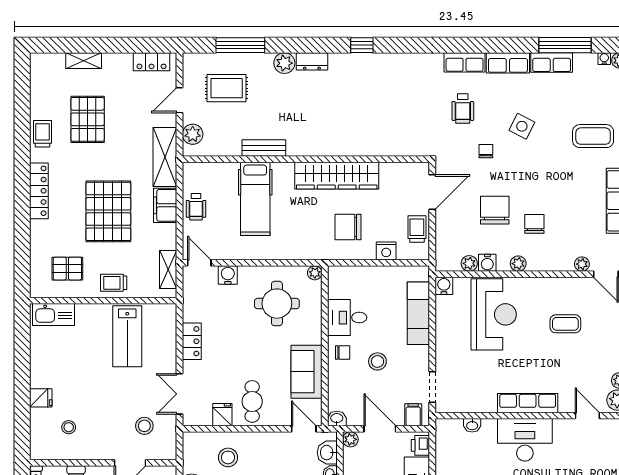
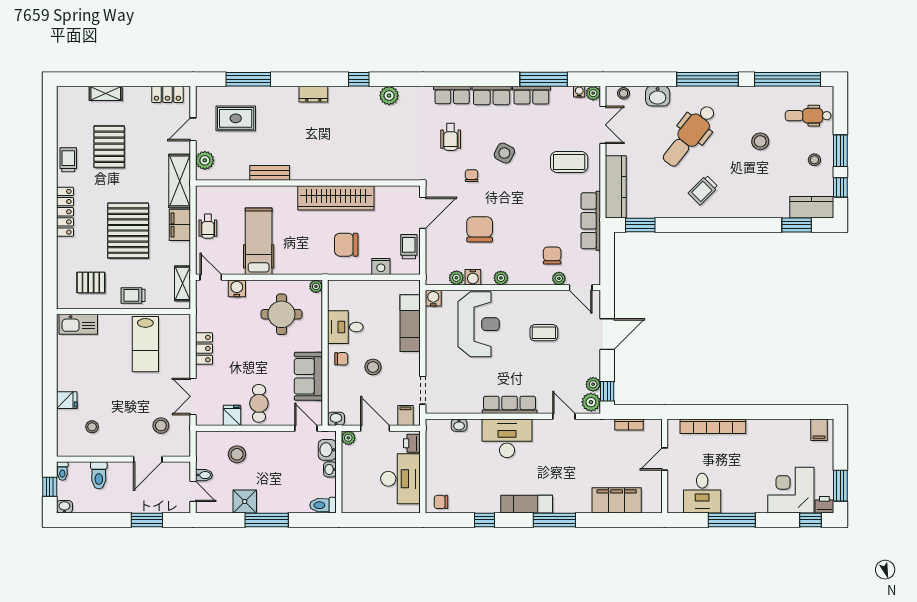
plant: (284, 63) -> (389, 96), moved
hospital bed: (255, 199) -> (259, 241), moved, turned 180
chair: (534, 224) -> (552, 256), moved

